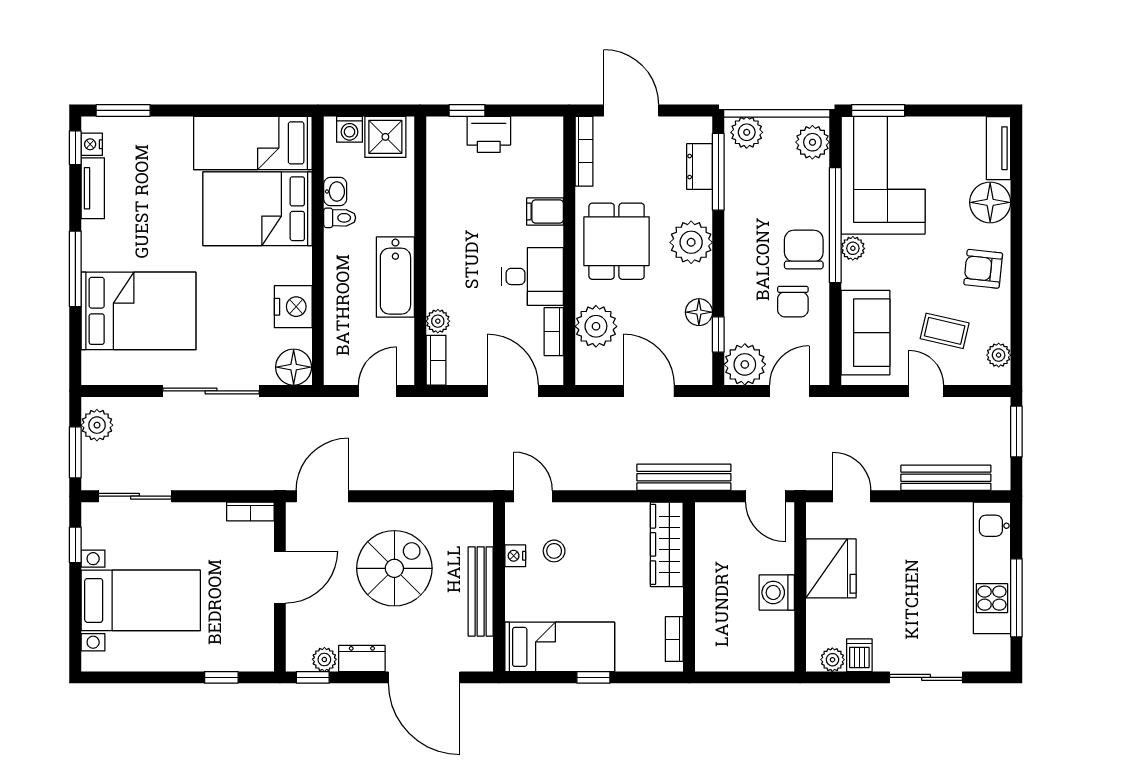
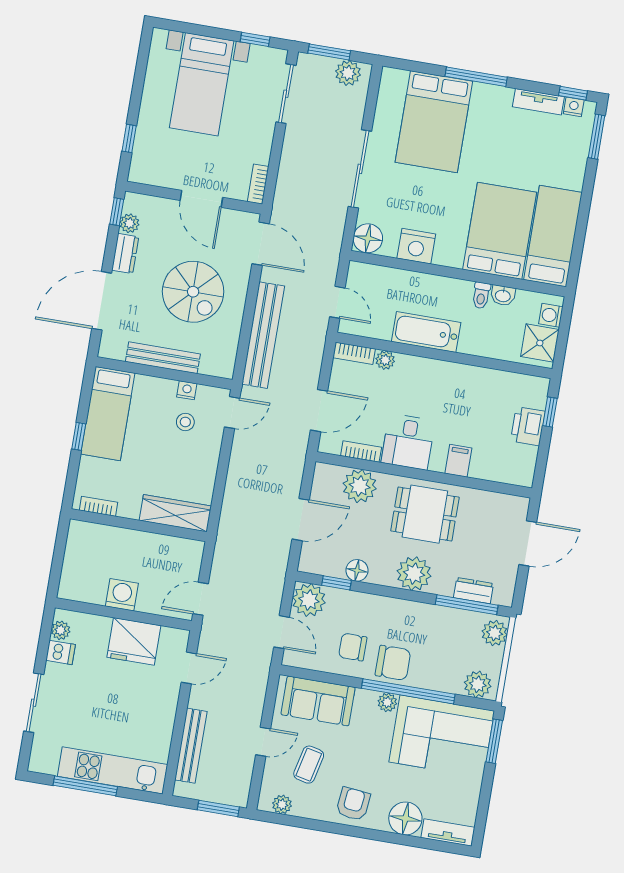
bookcase: (584, 151) -> (501, 500), removed
bench: (684, 477) -> (263, 335), moved, width x1.37, depth x1.21

